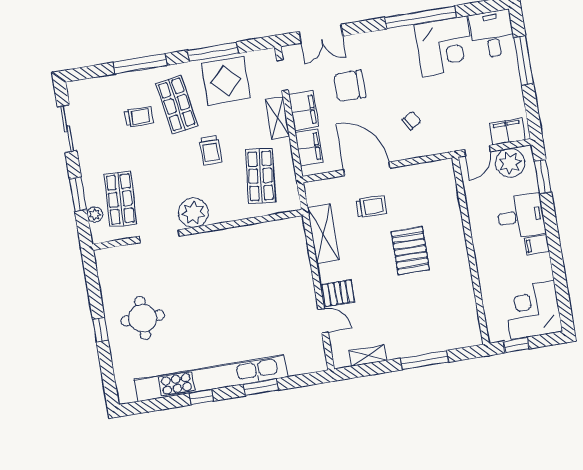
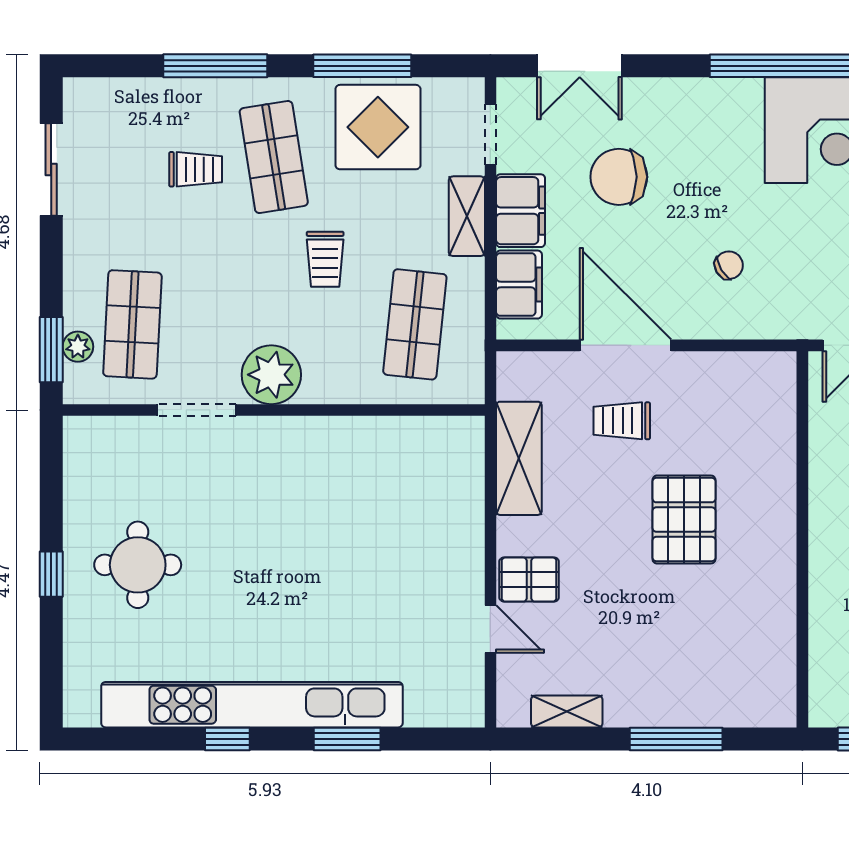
window: (78, 194) -> (51, 350), moved
trolley: (371, 207) -> (622, 421), turned 180

